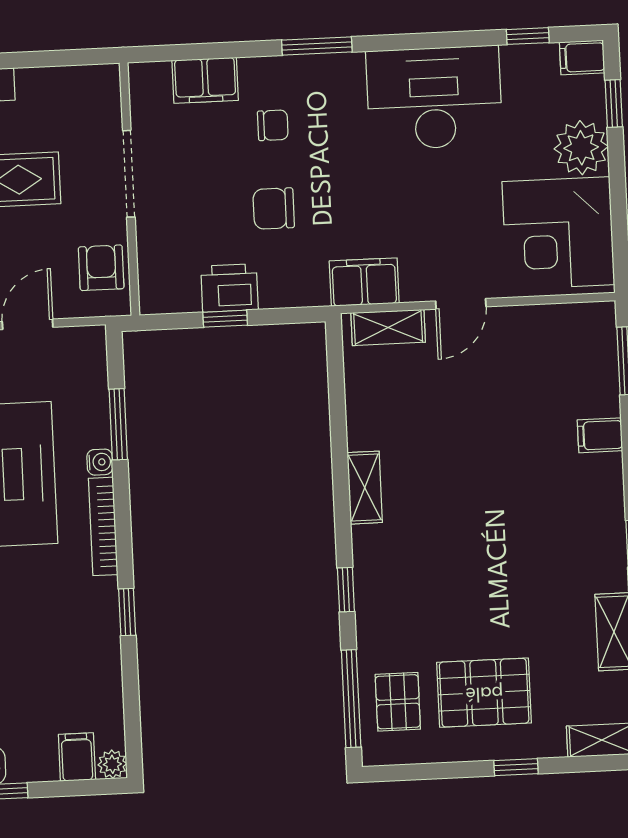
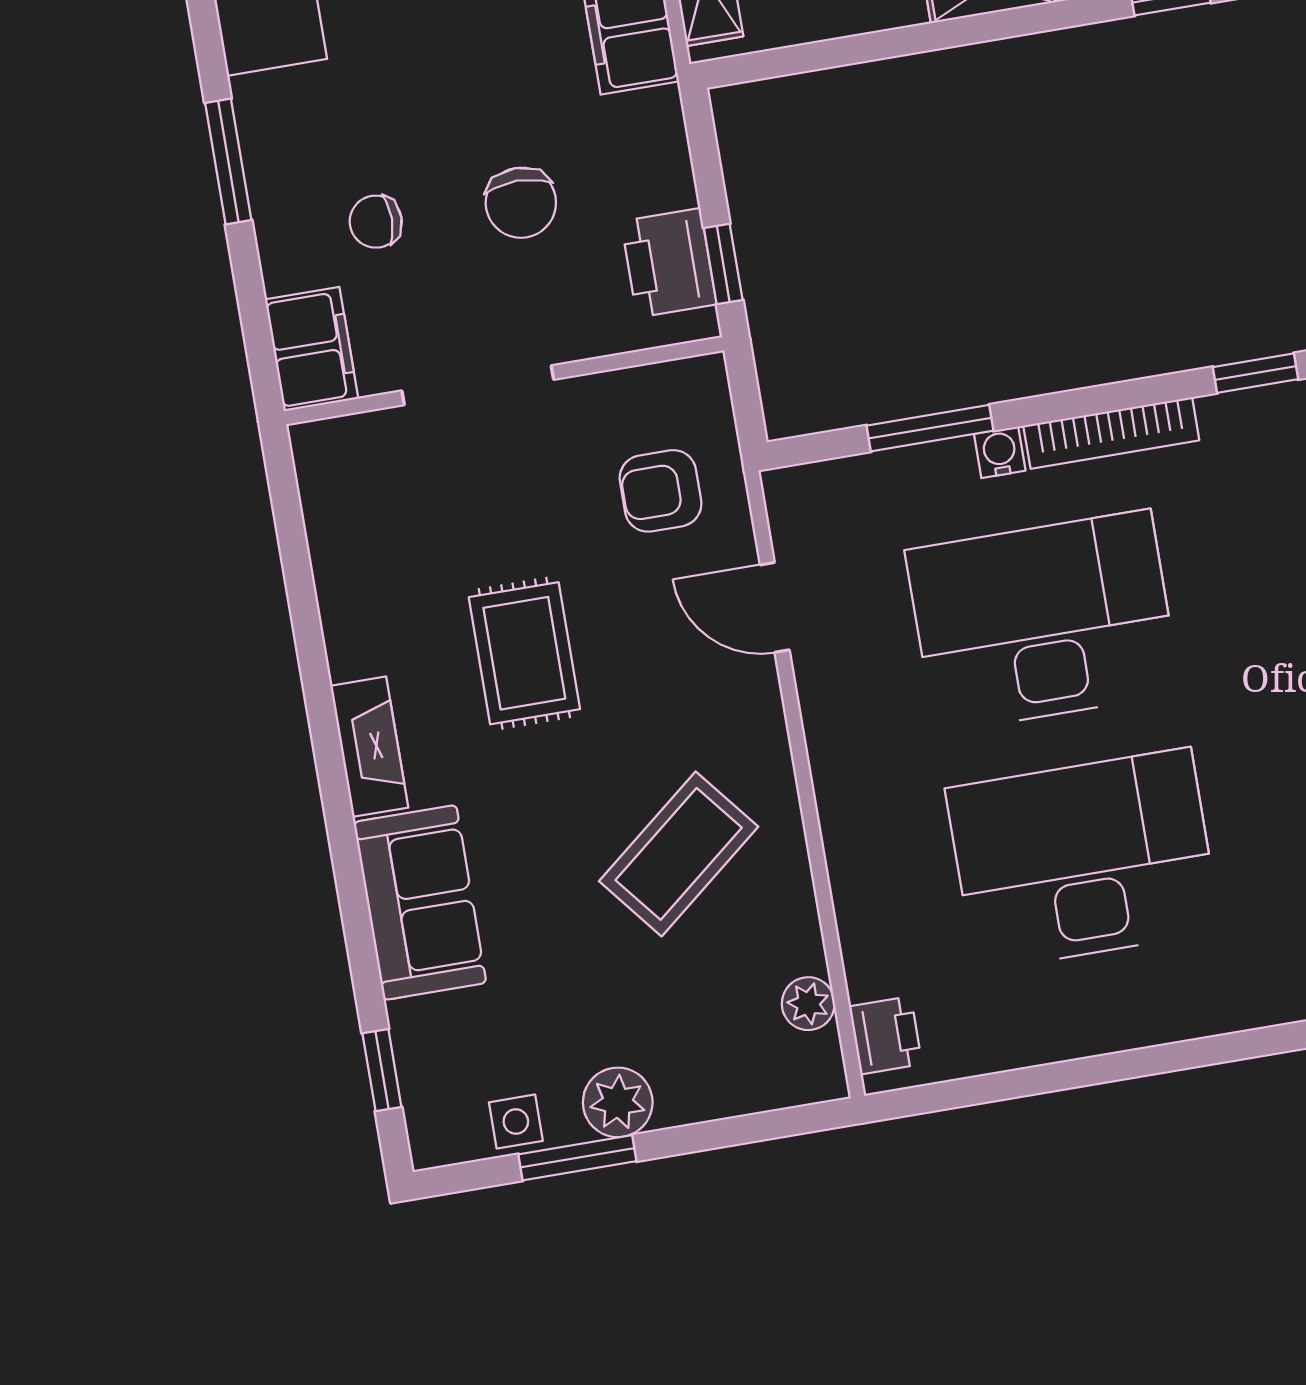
chair: (273, 125) -> (376, 222), turned -90
doorway: (129, 174) -> (478, 385), moved
wall: (130, 189) -> (504, 381), moved

